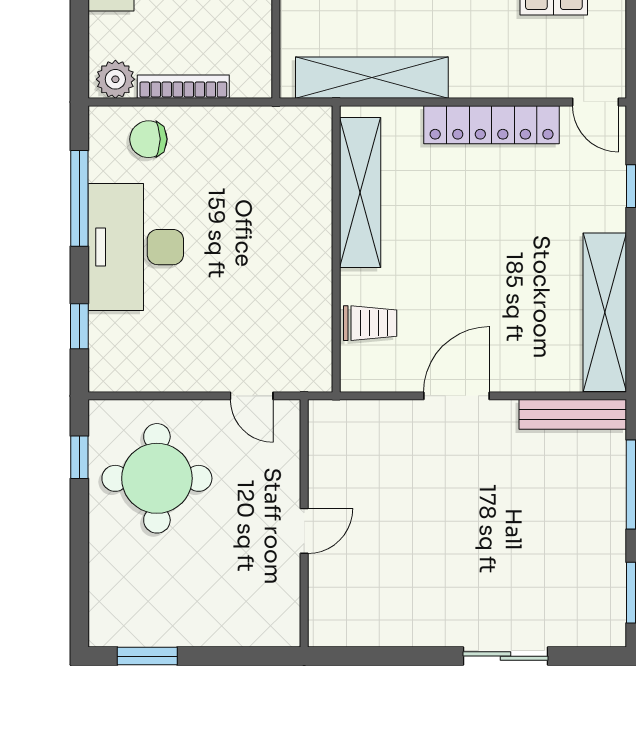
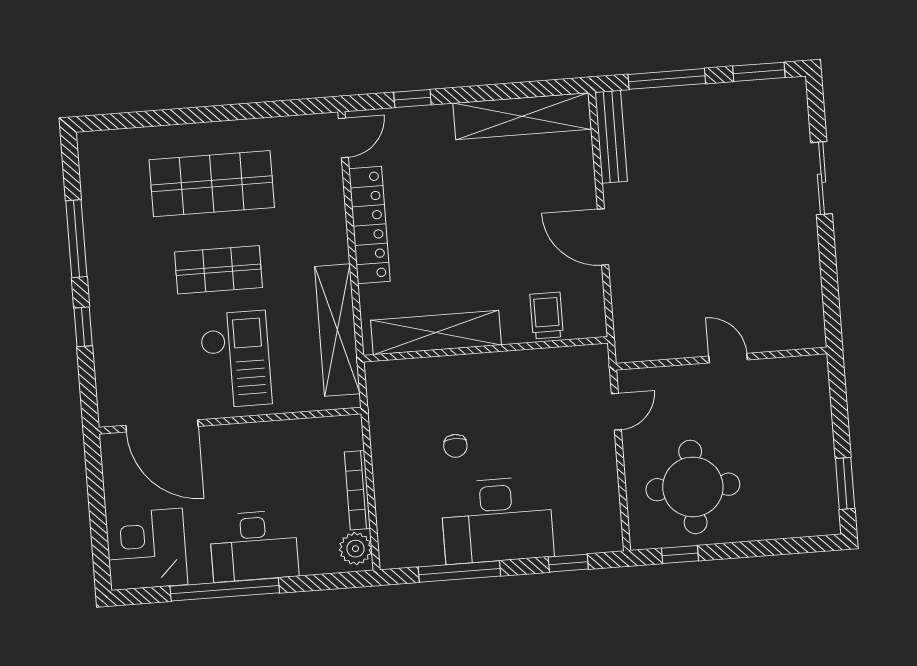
chair: (148, 139) -> (455, 446), moved, width x0.73, depth x0.73

